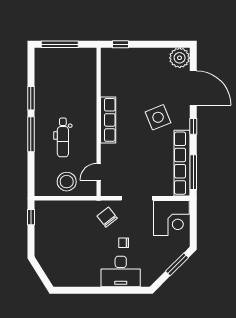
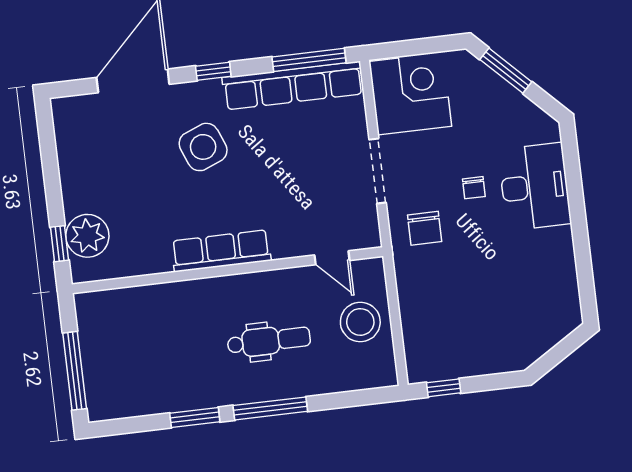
plant: (180, 58) -> (87, 236), moved
chair: (107, 217) -> (425, 228), turned -52

